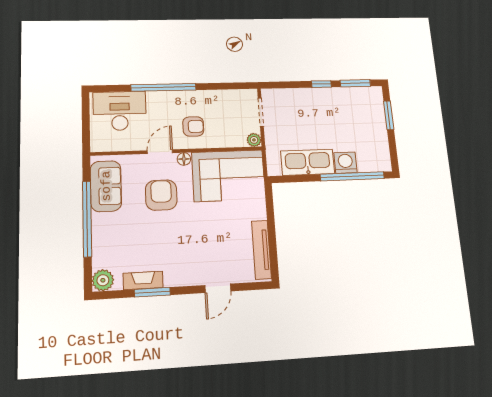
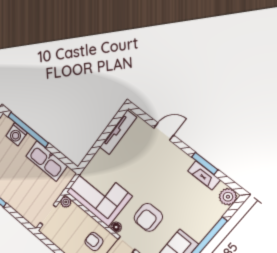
washing machine: (345, 163) -> (16, 134), moved

